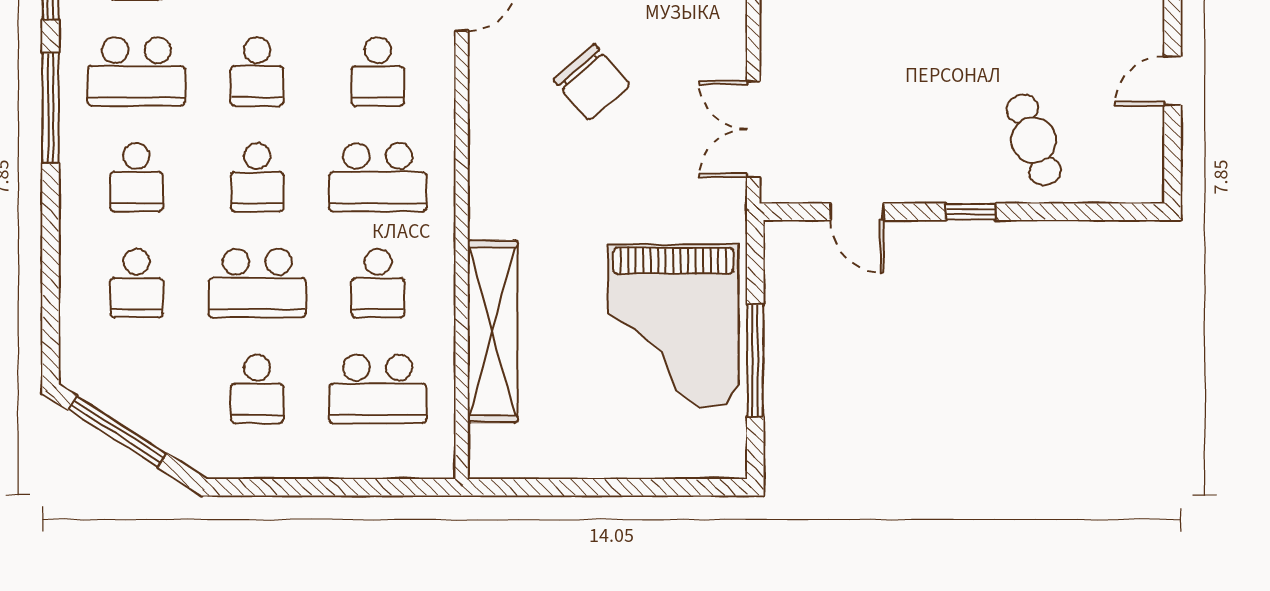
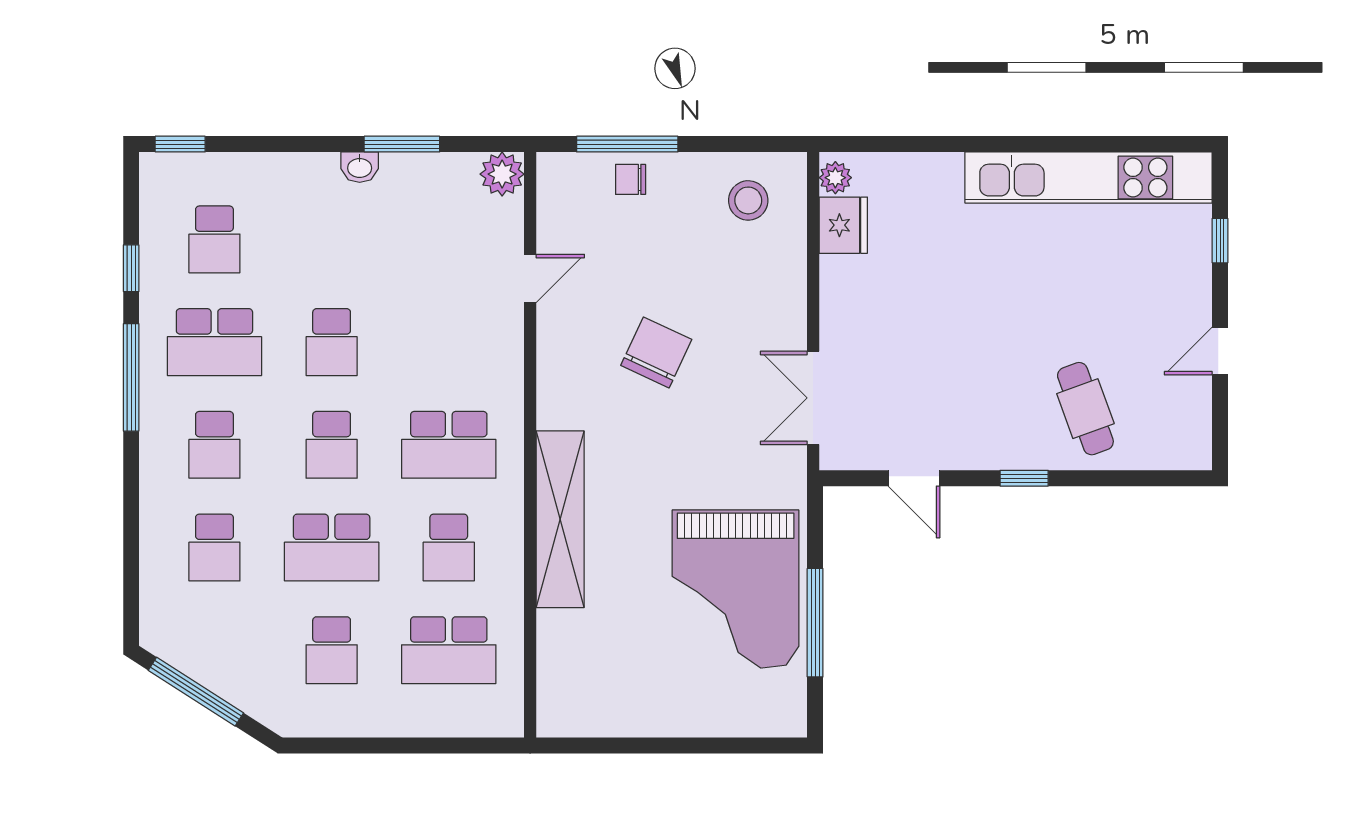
school desk: (378, 72) -> (449, 342), removed
chair: (592, 82) -> (656, 352), turned -114
shelving: (493, 331) -> (560, 519), moved

